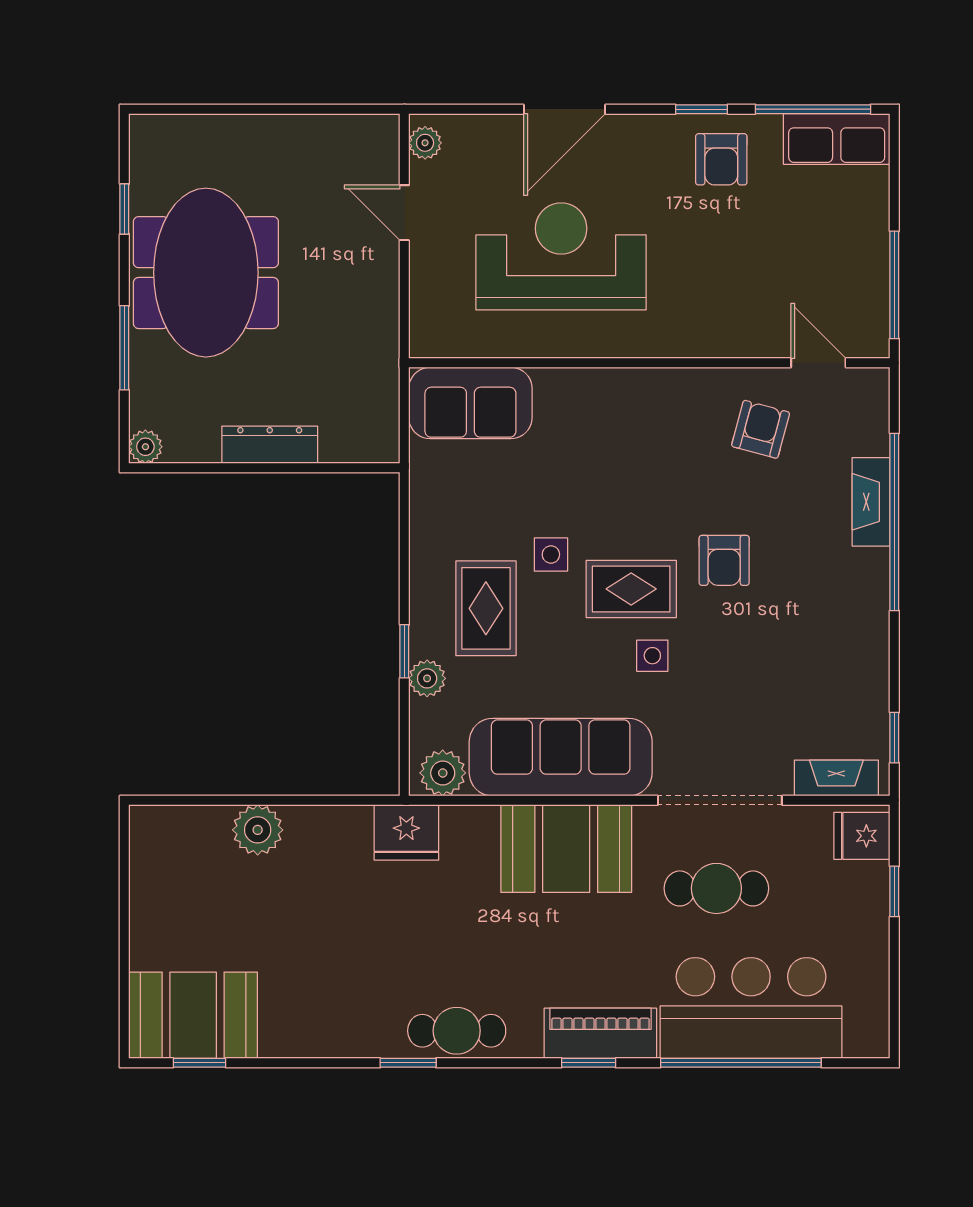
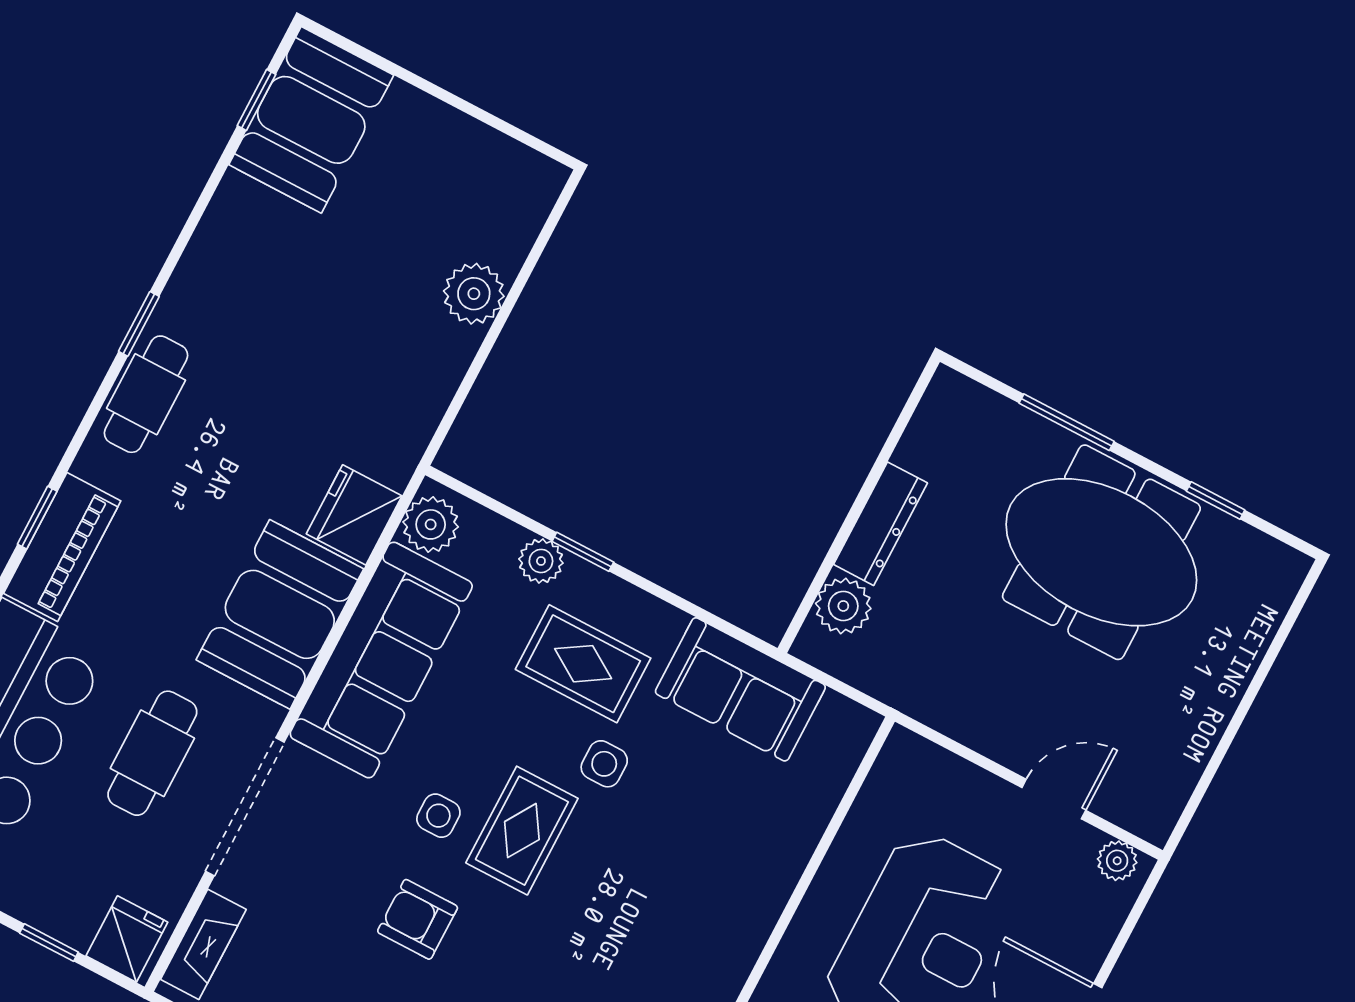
sofa: (470, 403) -> (740, 689), moved, turned -90
plant: (145, 447) -> (843, 606), moved, width x1.38, depth x1.38
armchair: (724, 560) -> (418, 919), moved
fridge: (406, 832) -> (354, 515), moved

